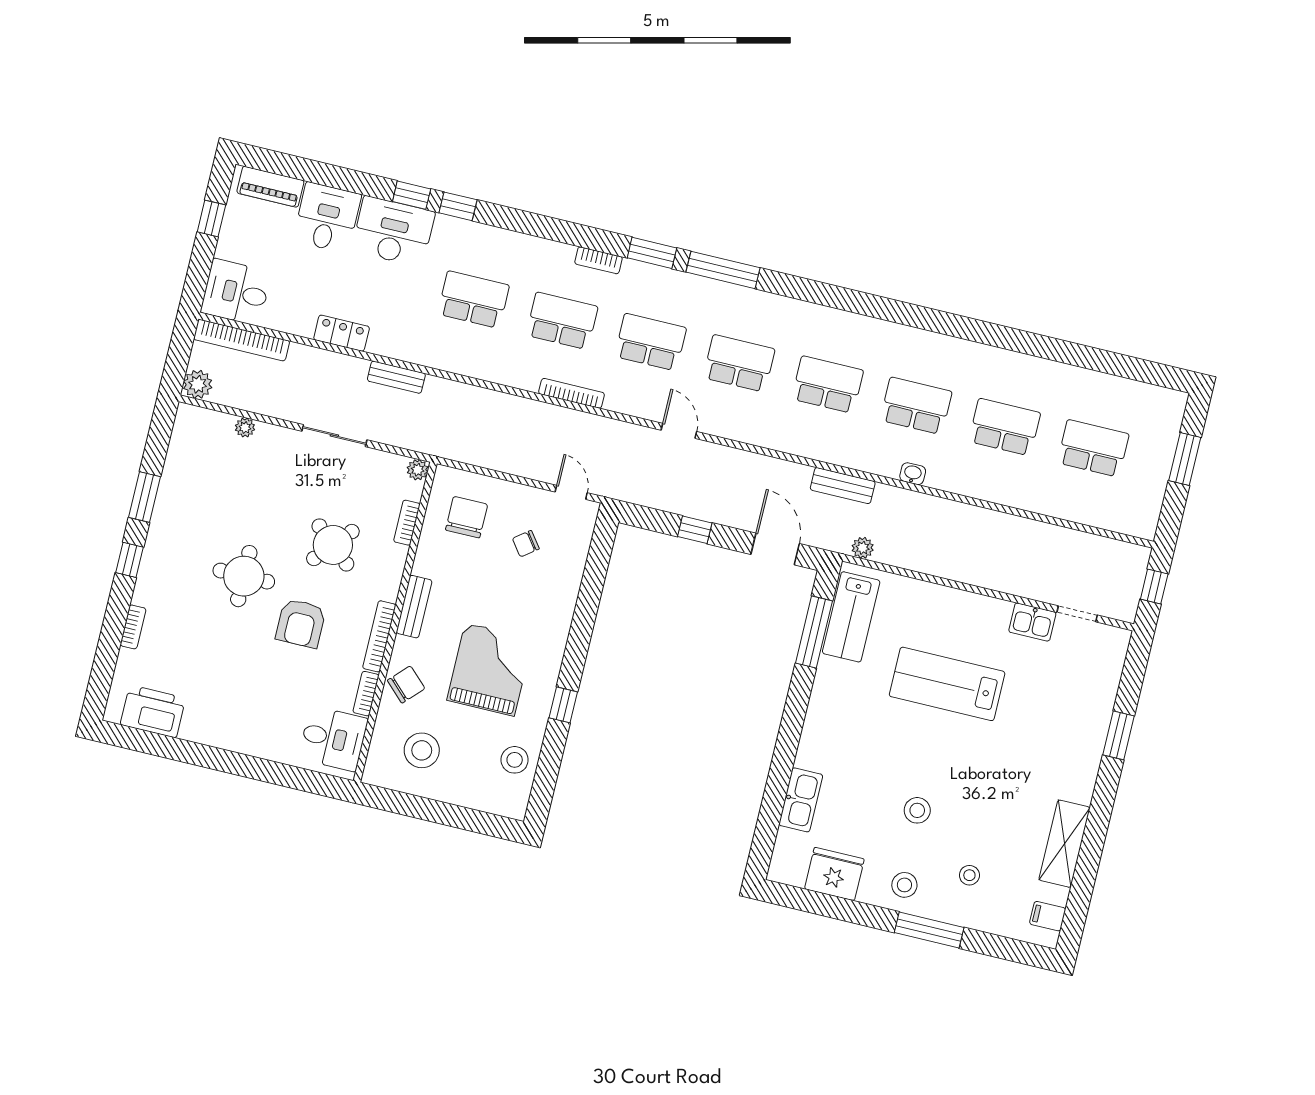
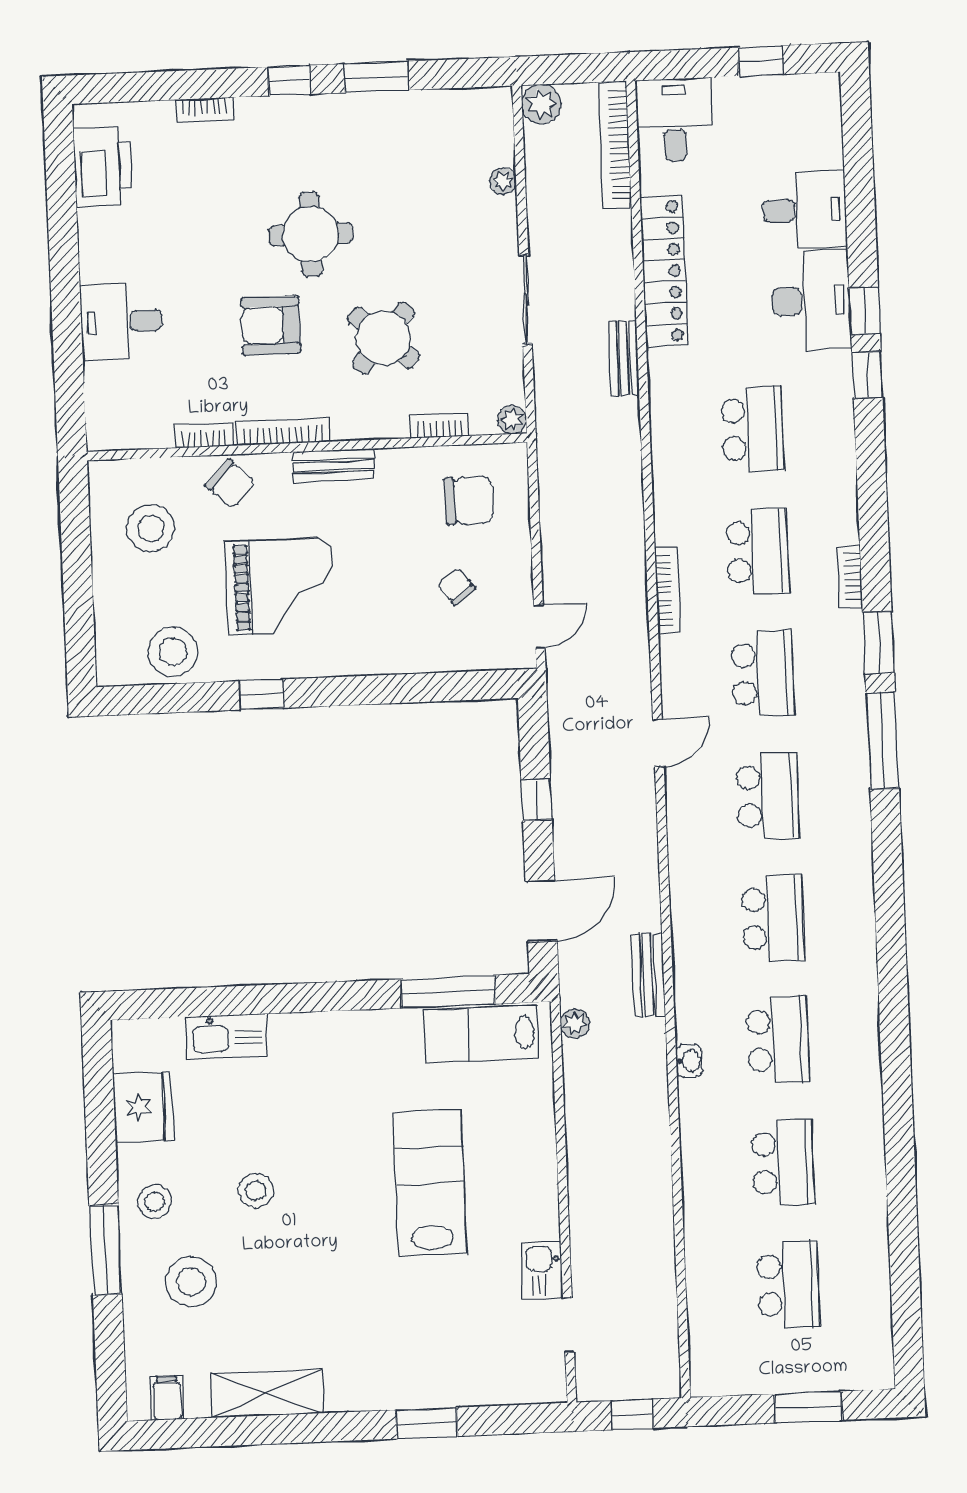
piano: (270, 187) -> (824, 125), removed
locker: (342, 333) -> (664, 271), width x2.16, depth x1.21
desk: (333, 739) -> (121, 322), moved, turned 90
stool: (515, 760) -> (173, 652), width x1.38, depth x1.38
stool: (969, 875) -> (191, 1282), width x1.89, depth x1.89

